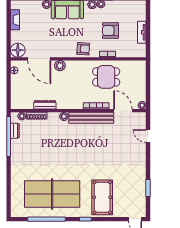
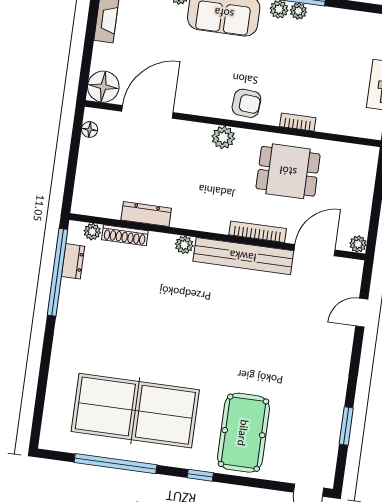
armchair: (110, 31) -> (311, 71), removed
door: (39, 59) -> (147, 112), swing flipped
plant: (60, 66) -> (223, 137), moved
door: (123, 111) -> (315, 250), hinge flipped
door: (148, 136) -> (362, 313), hinge flipped

